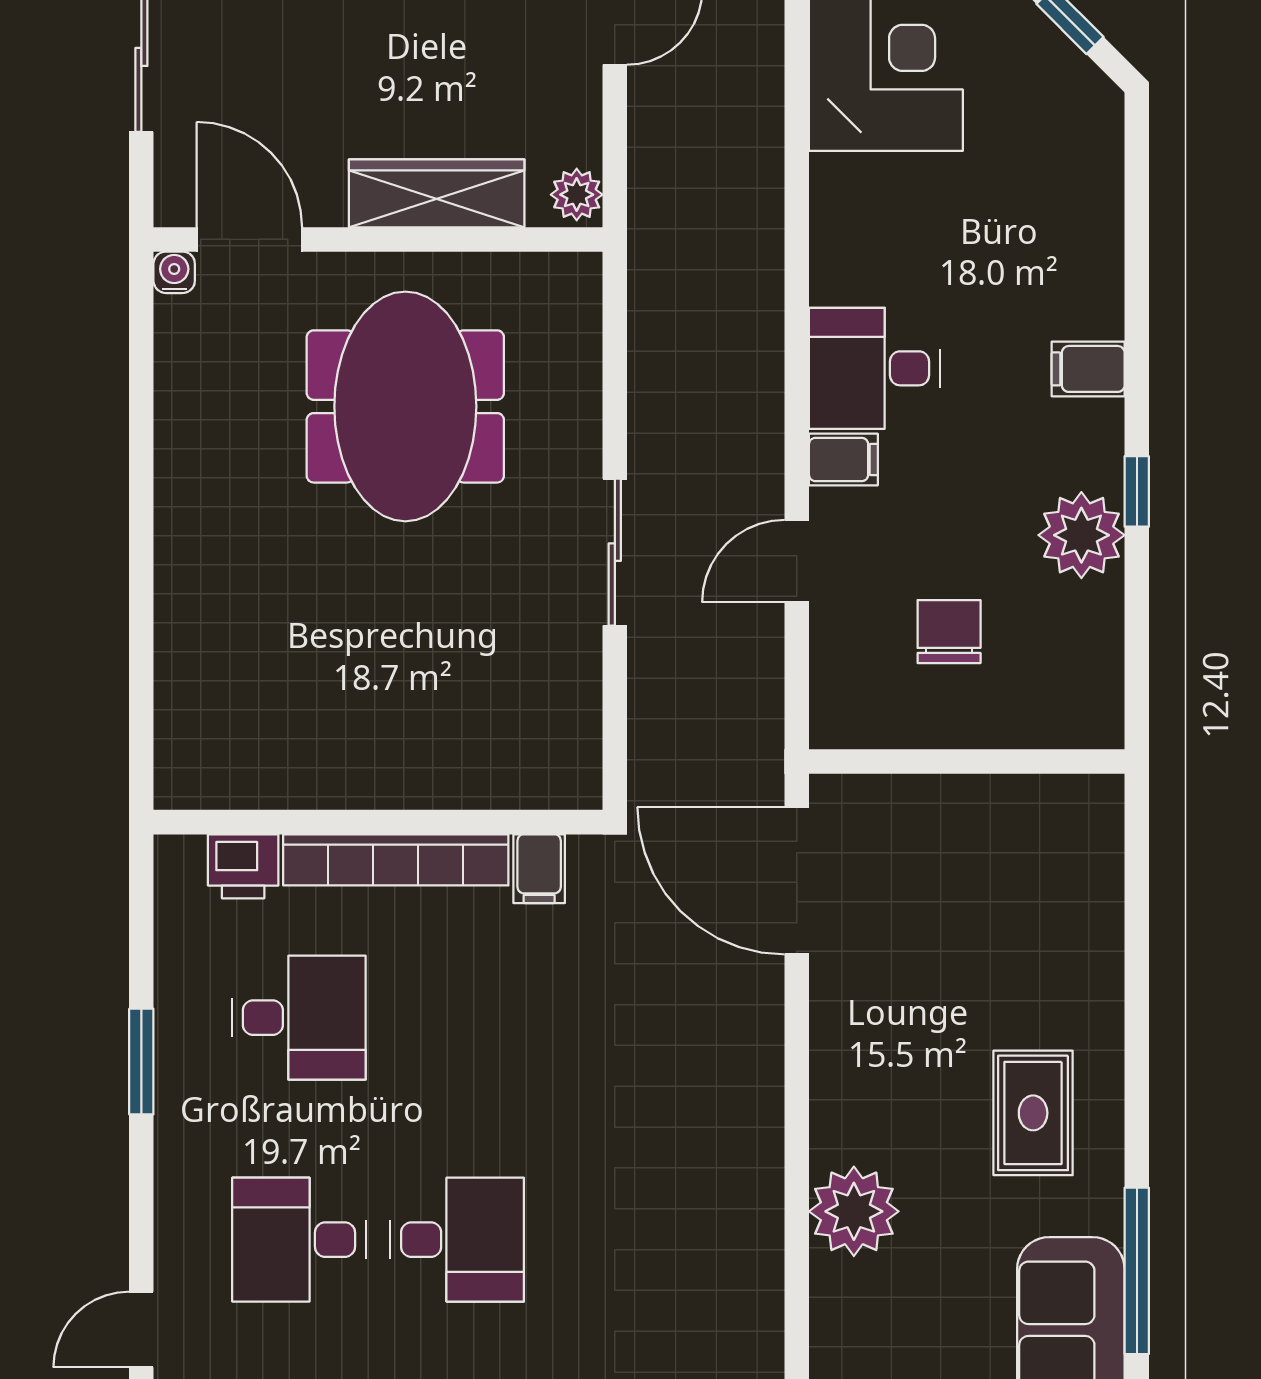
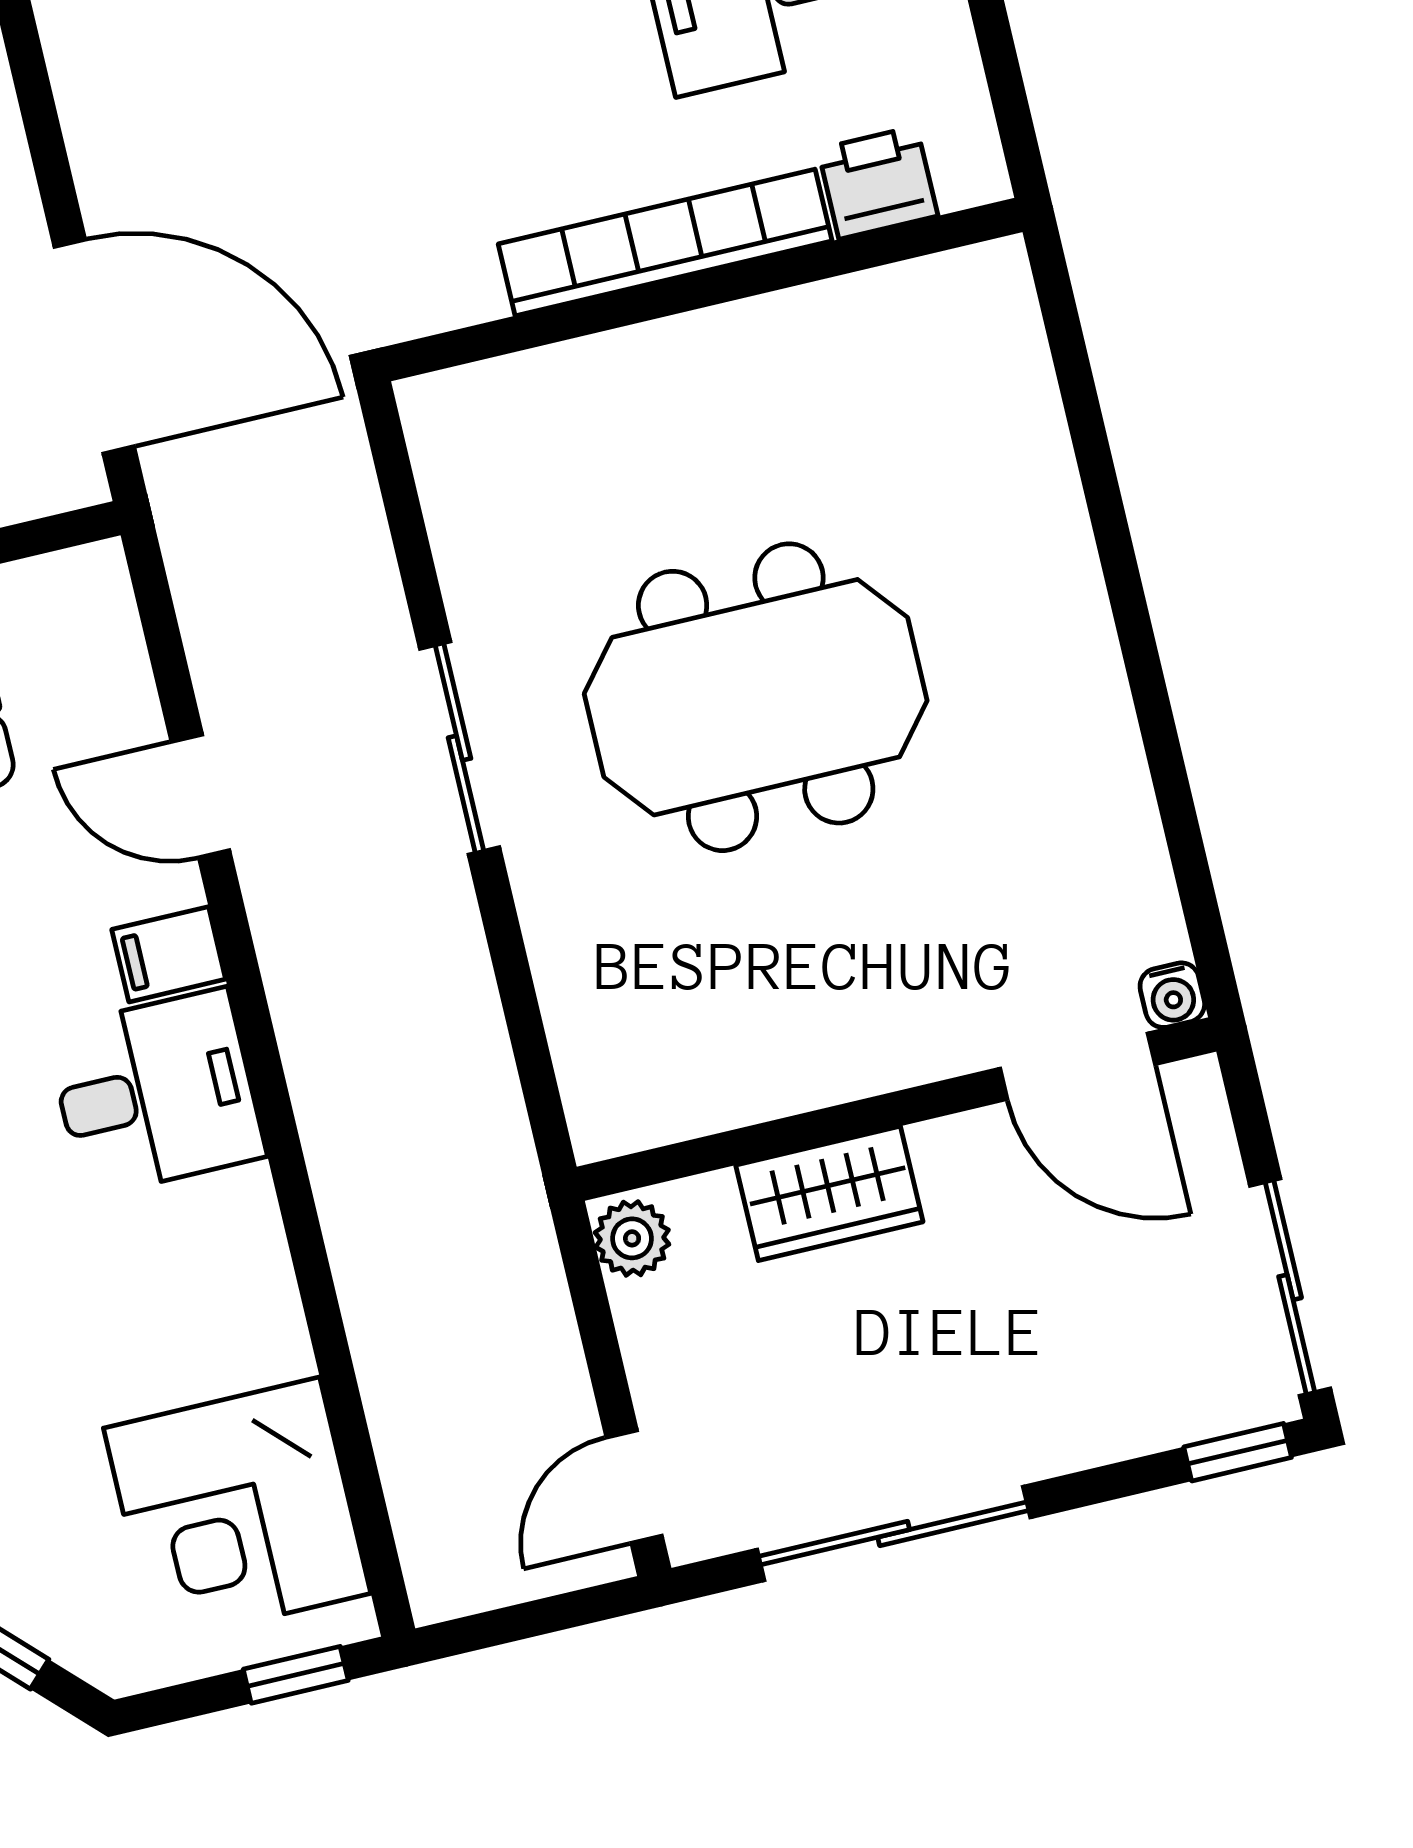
wardrobe: (437, 193) -> (829, 1193), width x0.67
meeting table: (405, 406) -> (756, 697), moved, turned 90
door: (797, 561) -> (200, 796), swing flipped
filing cabinet: (539, 869) -> (461, 278), removed

